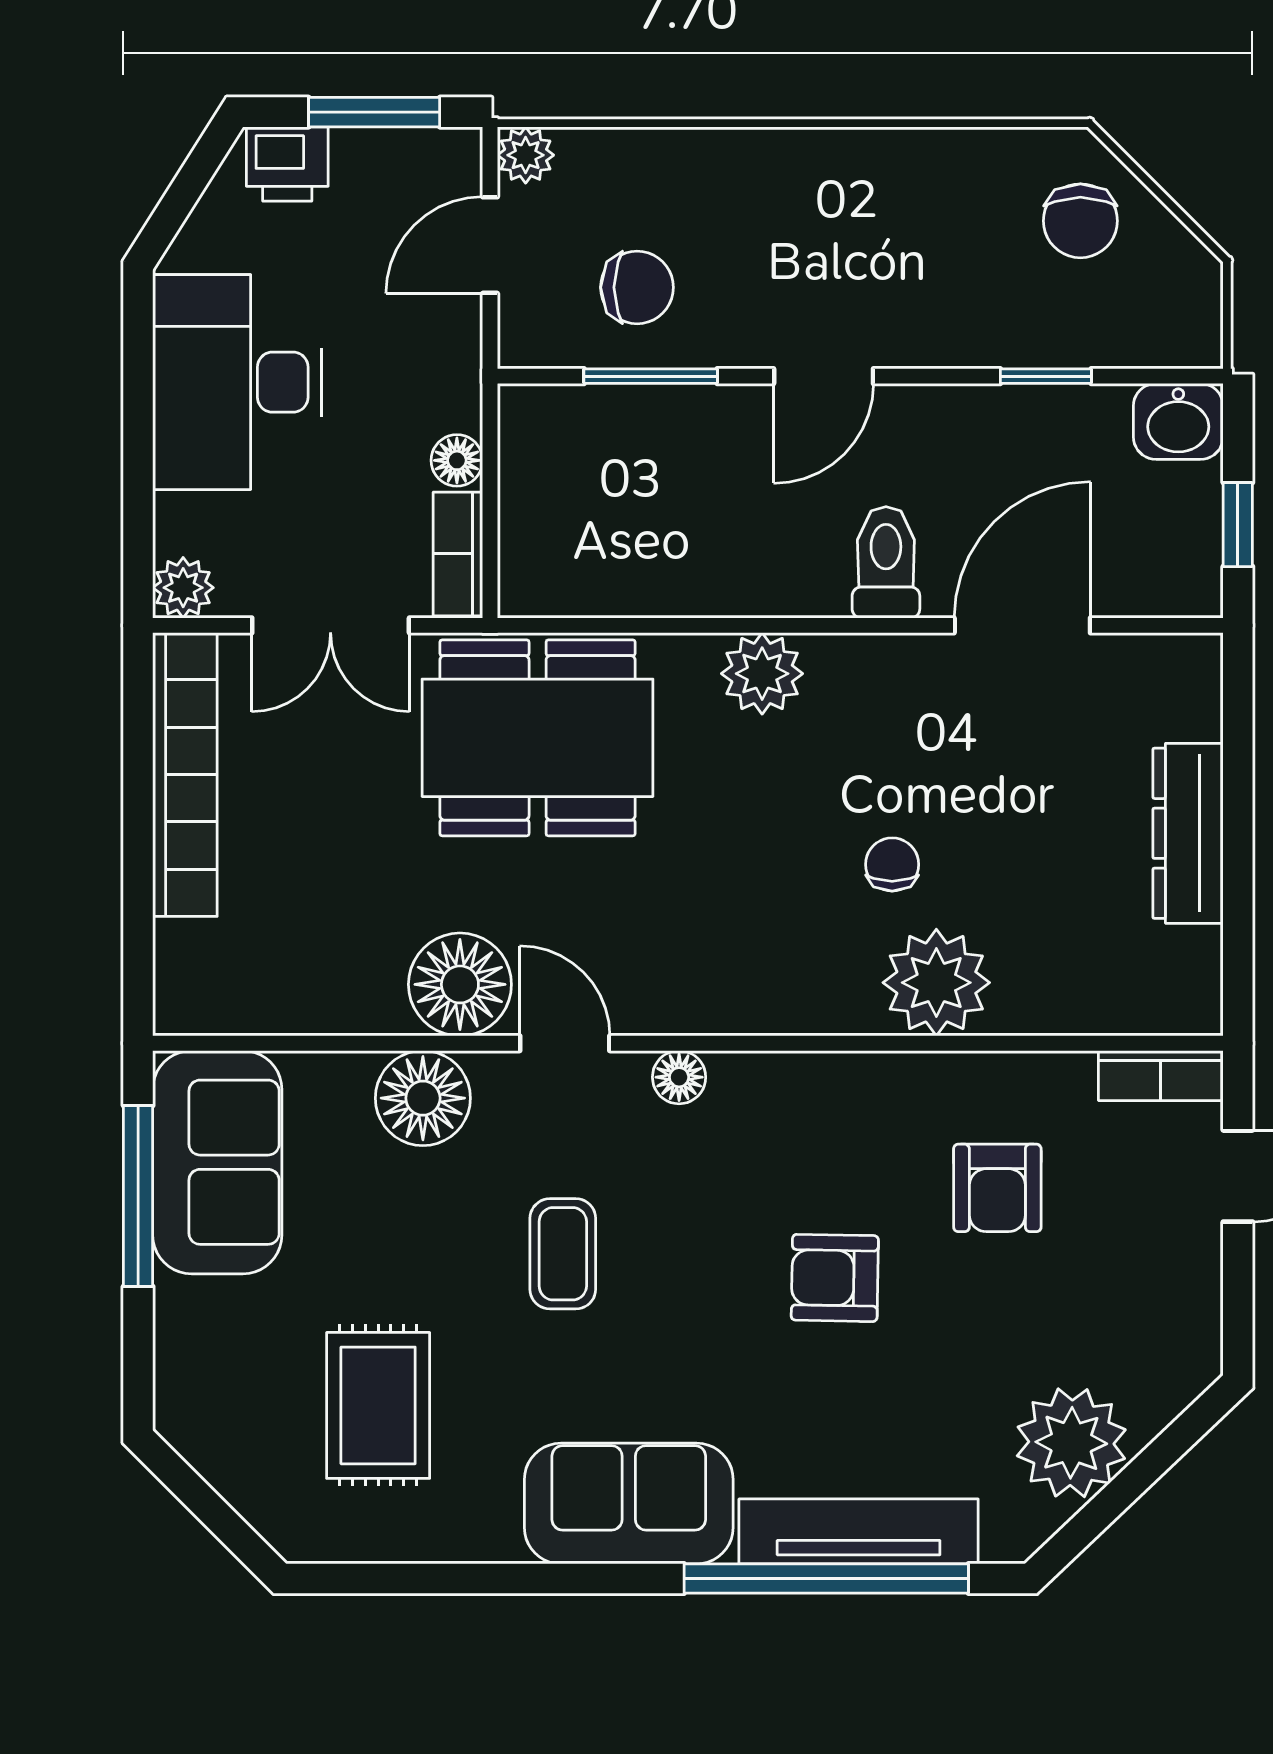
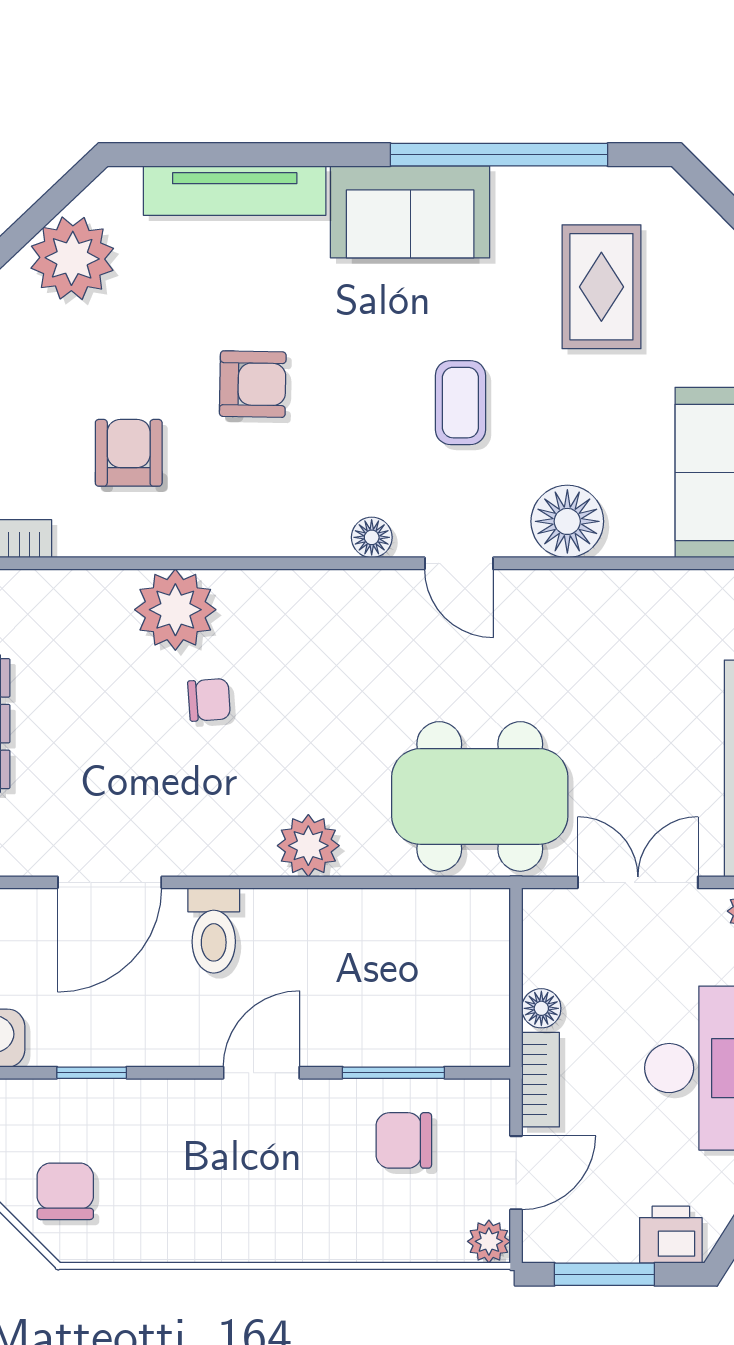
bookcase: (458, 554) -> (541, 1080), moved
chair: (892, 864) -> (209, 700), turned -94
floor lamp: (460, 984) -> (539, 608), removed
window: (826, 1578) -> (499, 155), moved

